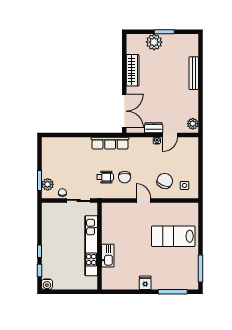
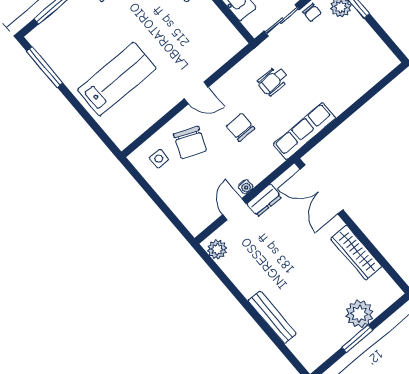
chair: (125, 177) -> (241, 127), moved

